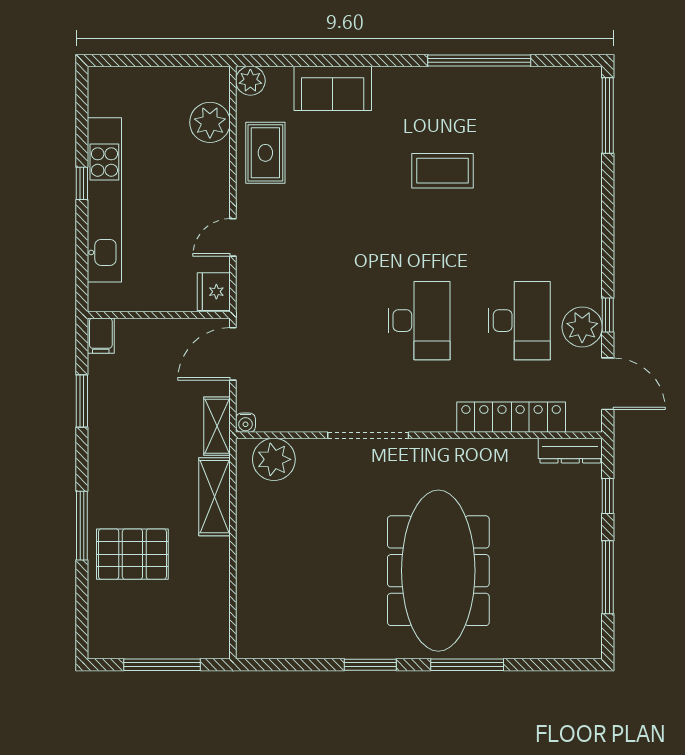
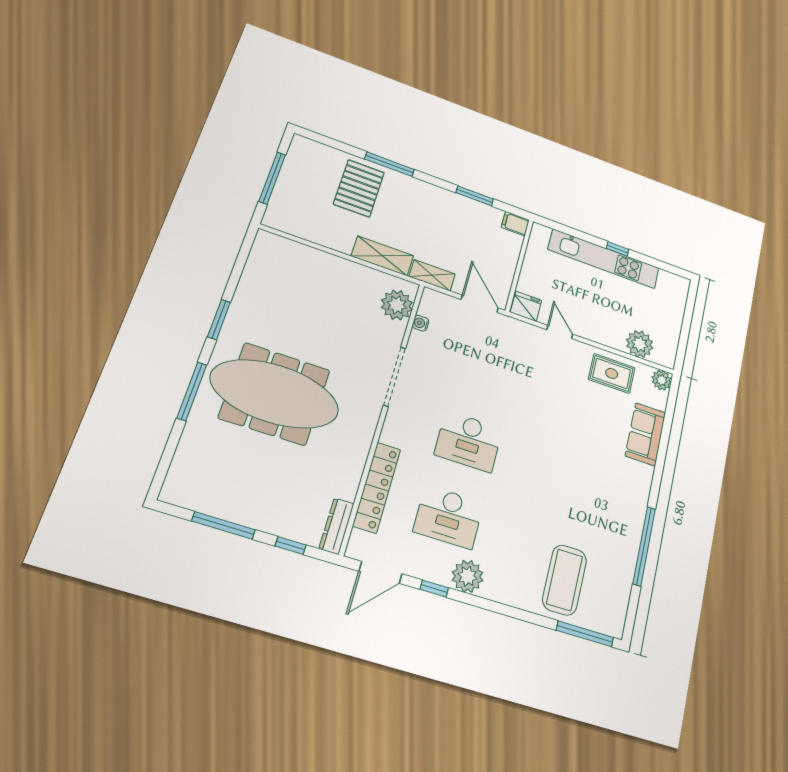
coffee table: (443, 171) -> (565, 580), moved, width x1.36, depth x1.32
plant: (582, 327) -> (468, 576), moved
water cooler: (246, 423) -> (421, 323), moved

